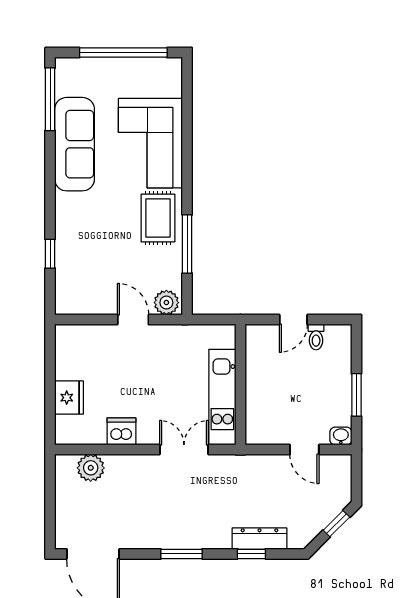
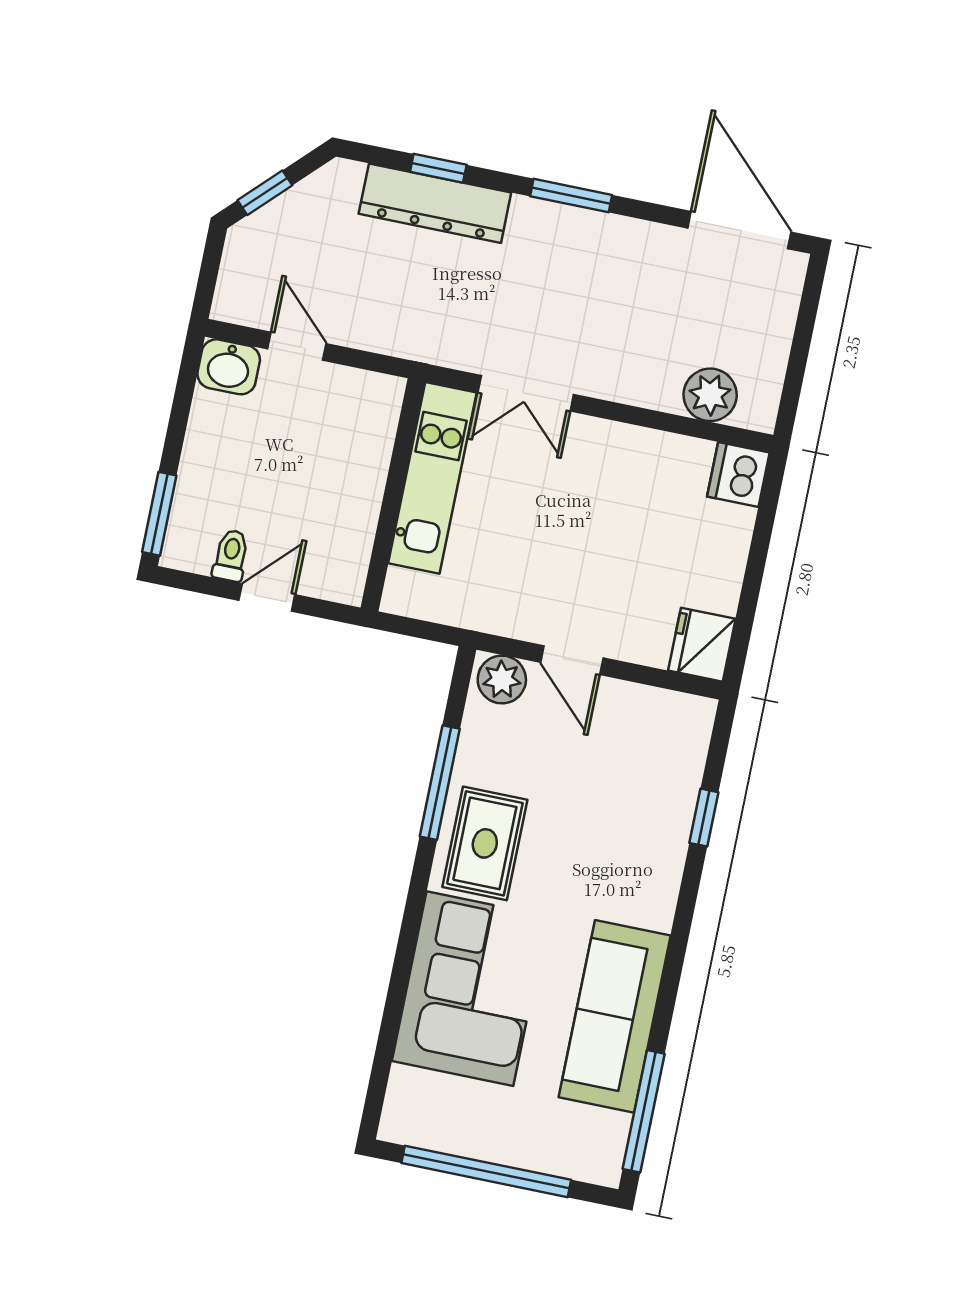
window: (356, 395) -> (159, 514), moved
fridge: (69, 398) -> (702, 645), moved
dishwasher: (121, 431) -> (738, 475), moved, turned 90
washbasin: (341, 436) -> (229, 367), width x1.38, depth x1.45
dresser: (259, 539) -> (435, 203), width x1.37, depth x1.24

